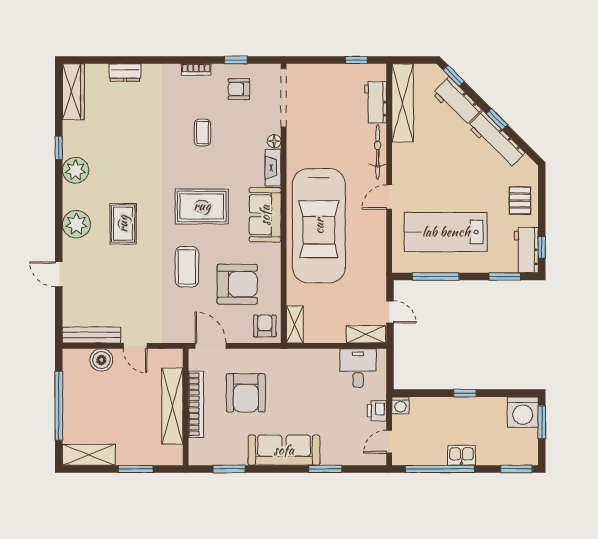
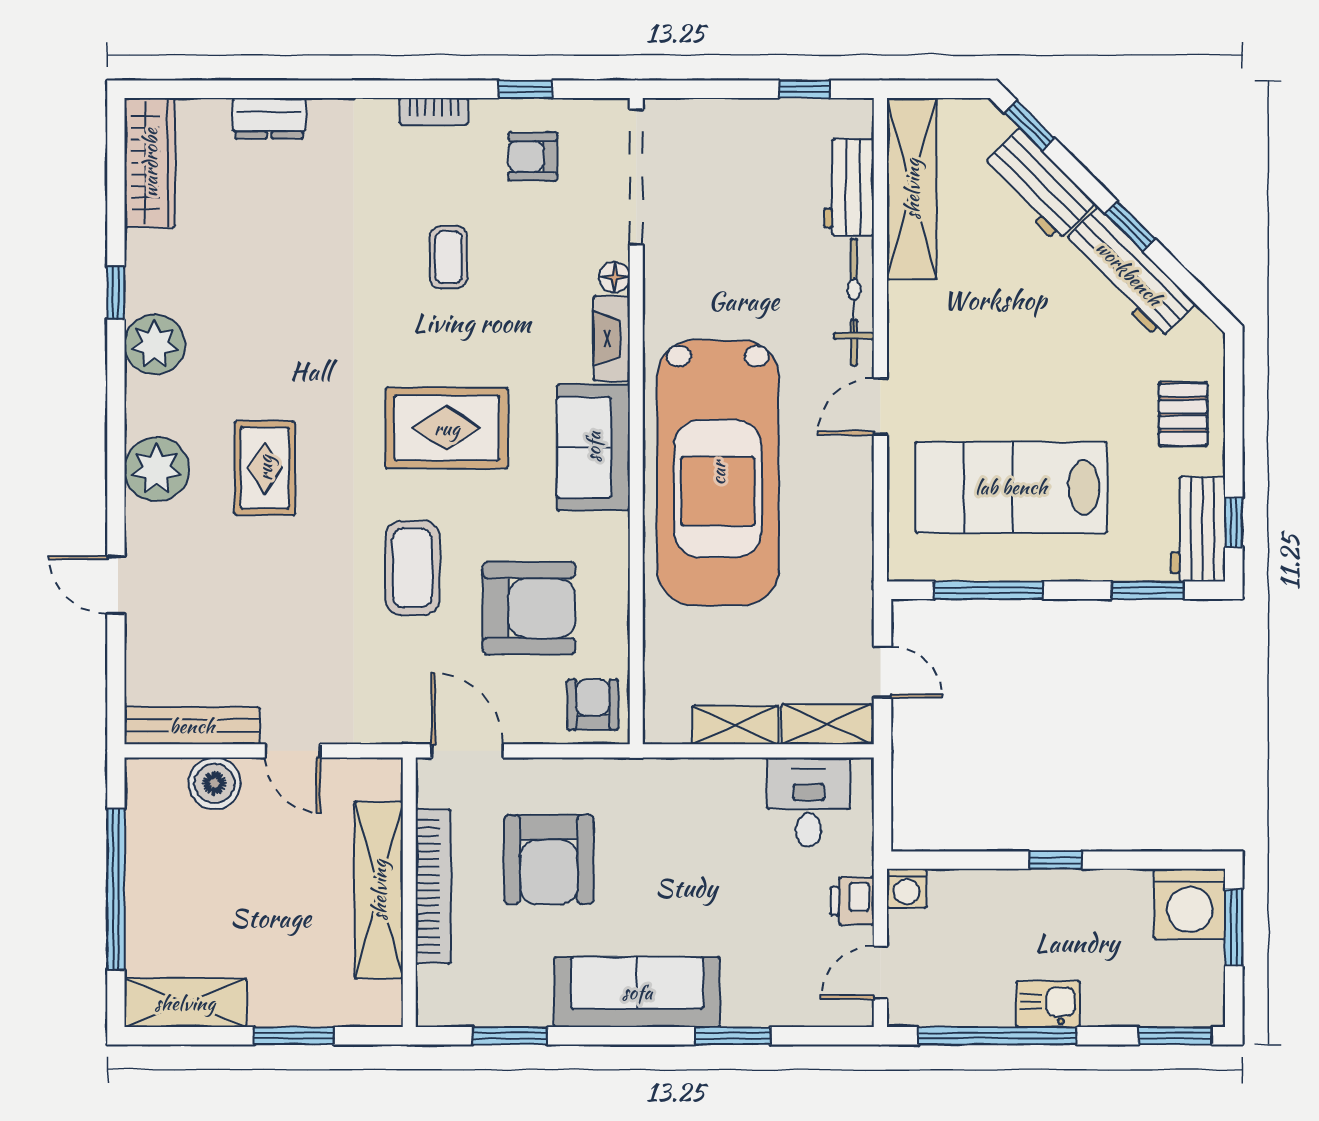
shelving: (295, 325) -> (735, 725), moved, turned 90

